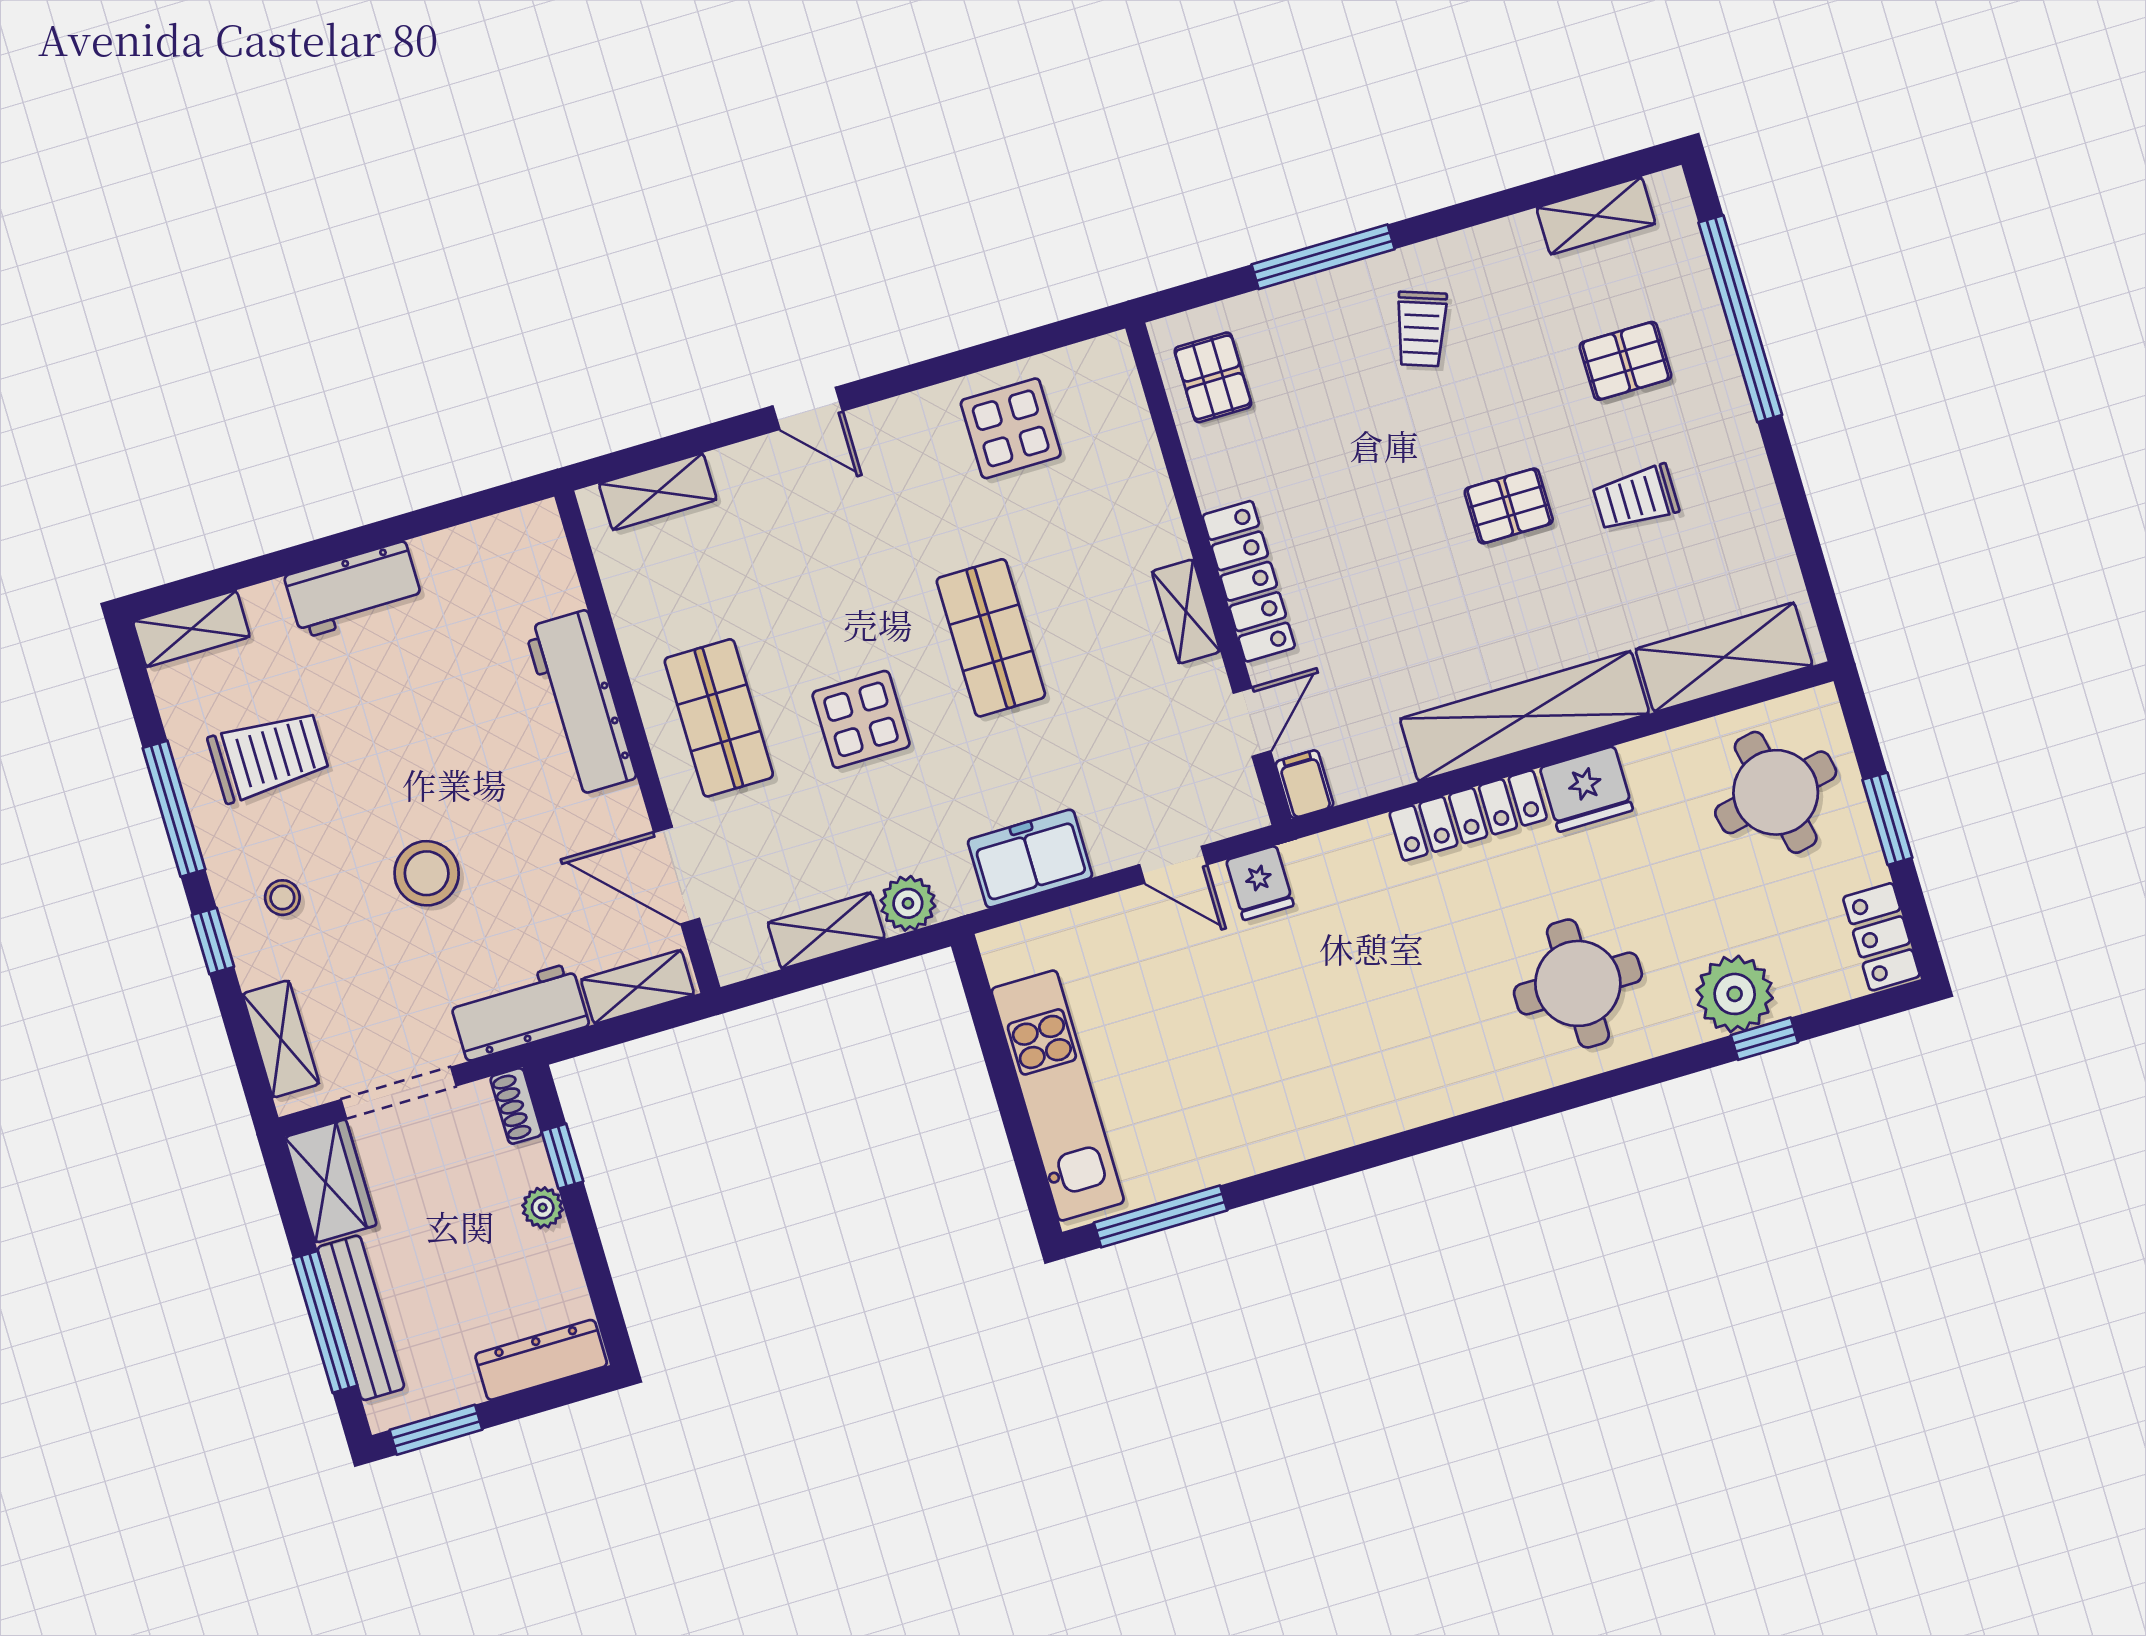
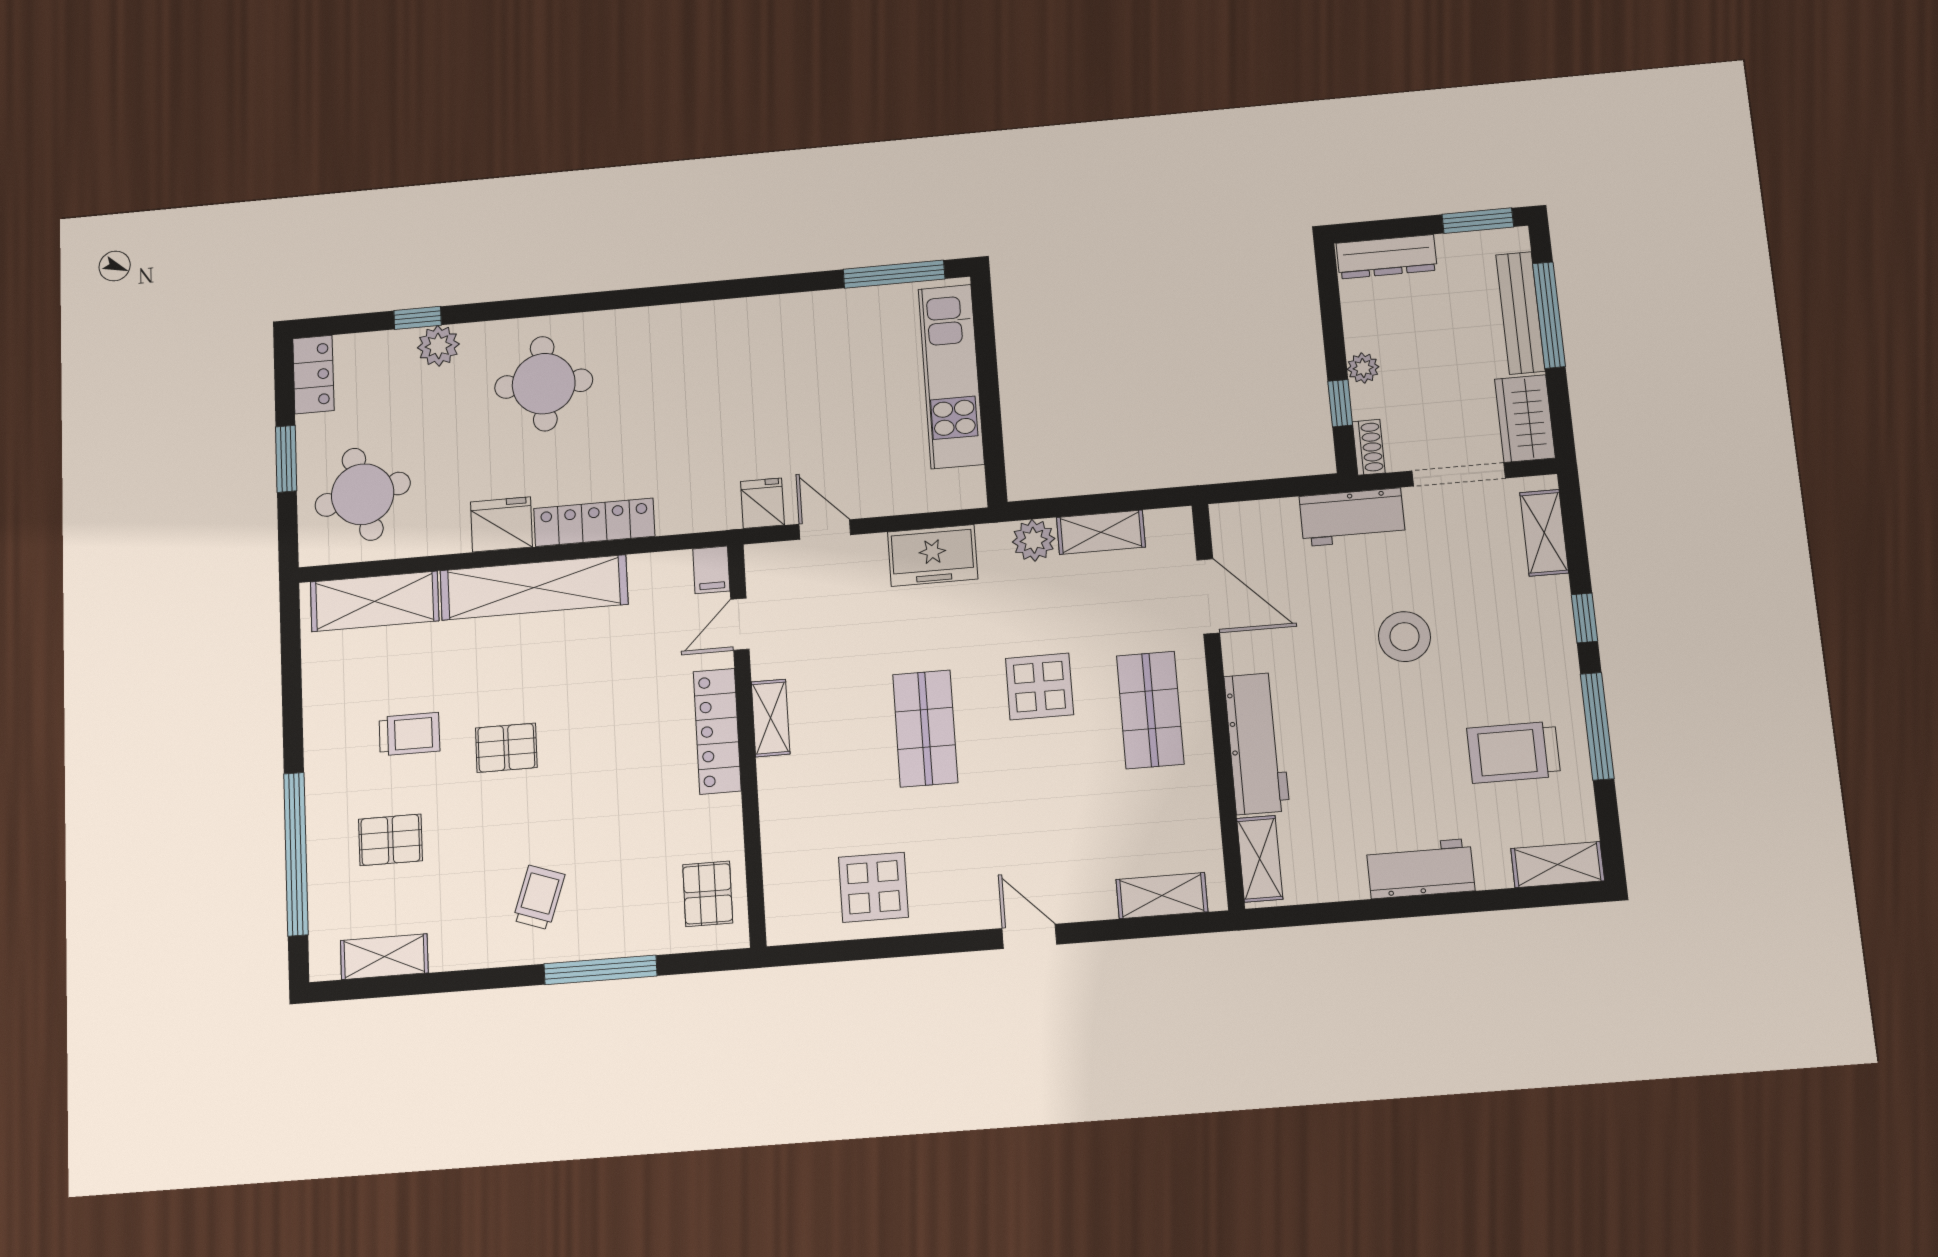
stool: (282, 898) -> (1523, 640), removed
shelving: (638, 987) -> (1260, 859), moved, turned 90
plant: (1735, 994) -> (438, 346), width x0.73, depth x0.73

